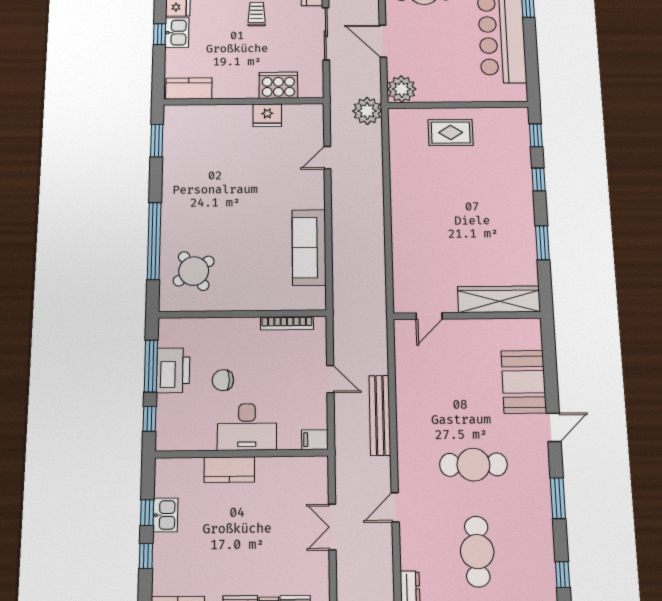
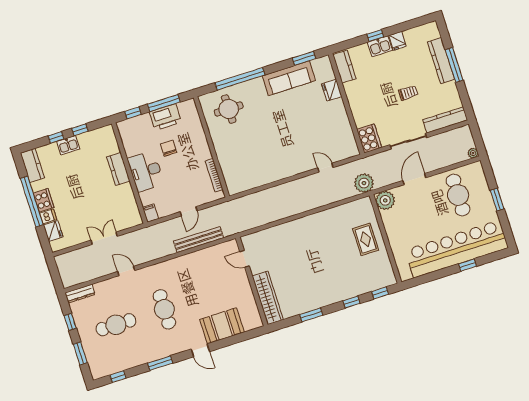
cooker: (278, 85) -> (369, 138), moved
fridge: (267, 115) -> (332, 90), moved
sofa: (309, 247) -> (289, 78), moved, turned 180
round table: (194, 271) -> (229, 109), turned 34
bench: (380, 415) -> (199, 240), moved
kitchen sink: (165, 515) -> (68, 145), moved

